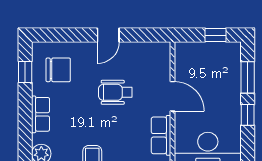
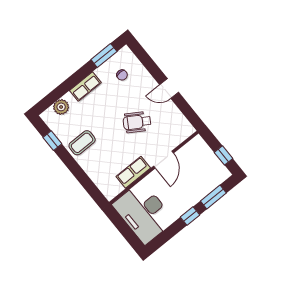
chair: (58, 70) -> (122, 75), width x0.54, depth x0.54
window: (25, 72) -> (104, 55), width x1.50
wheelchair: (115, 92) -> (137, 122), turned -58

